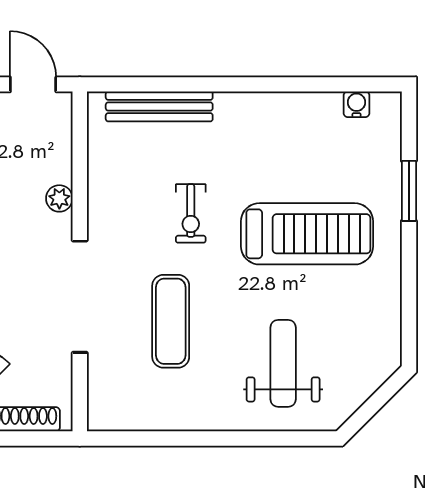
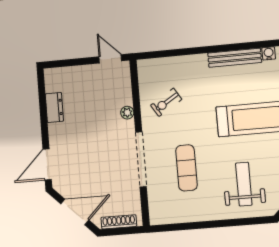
bench: (159, 106) -> (235, 58), moved
exercise bike: (191, 213) -> (166, 102), moved, turned 58

